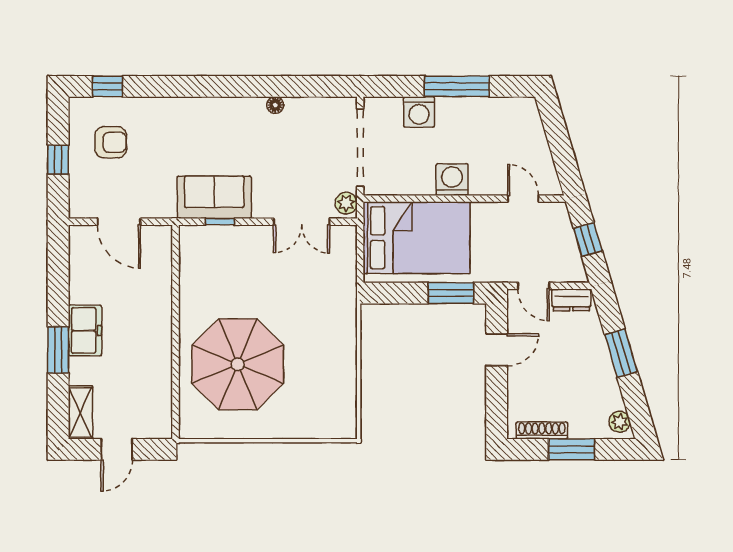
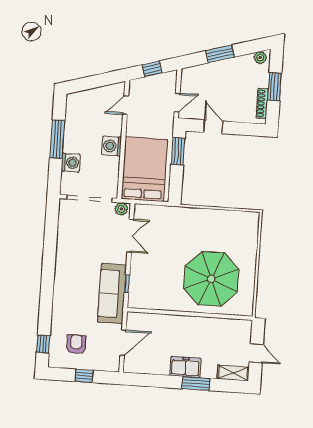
floor lamp: (275, 105) -> (61, 247), removed
sofa: (214, 197) -> (112, 294), width x1.36
dresser: (571, 300) -> (187, 81), removed

